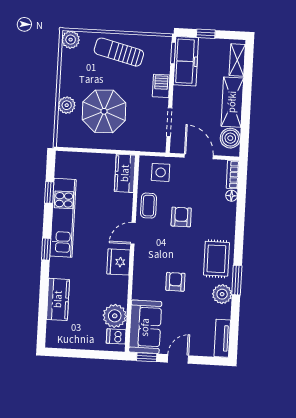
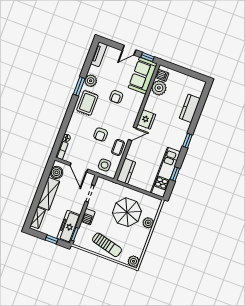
kitchen unit: (63, 218) -> (165, 172), moved

